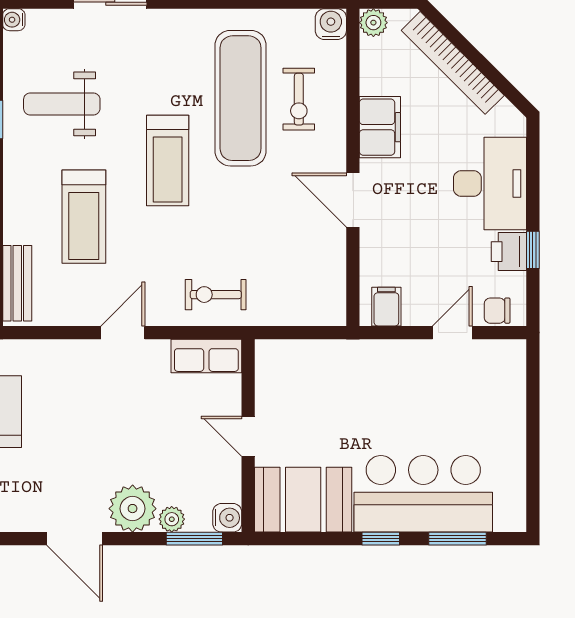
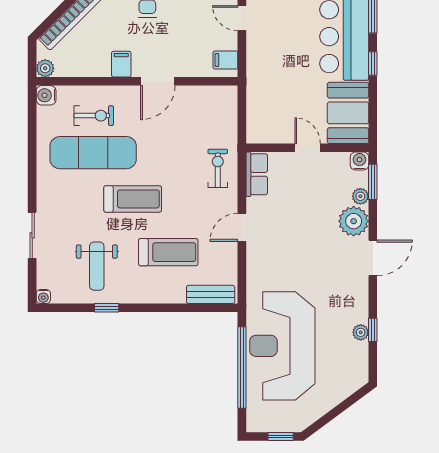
filing cabinet: (380, 127) -> (121, 64), width x0.50
exercise bike: (216, 295) -> (218, 168), turned 180
door: (123, 333) -> (242, 227), hinge flipped
door: (248, 436) -> (308, 148), swing flipped

